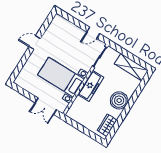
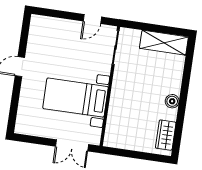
freezer: (91, 86) -> (120, 92), removed
boiler: (119, 100) -> (172, 101), width x0.54, depth x0.54

